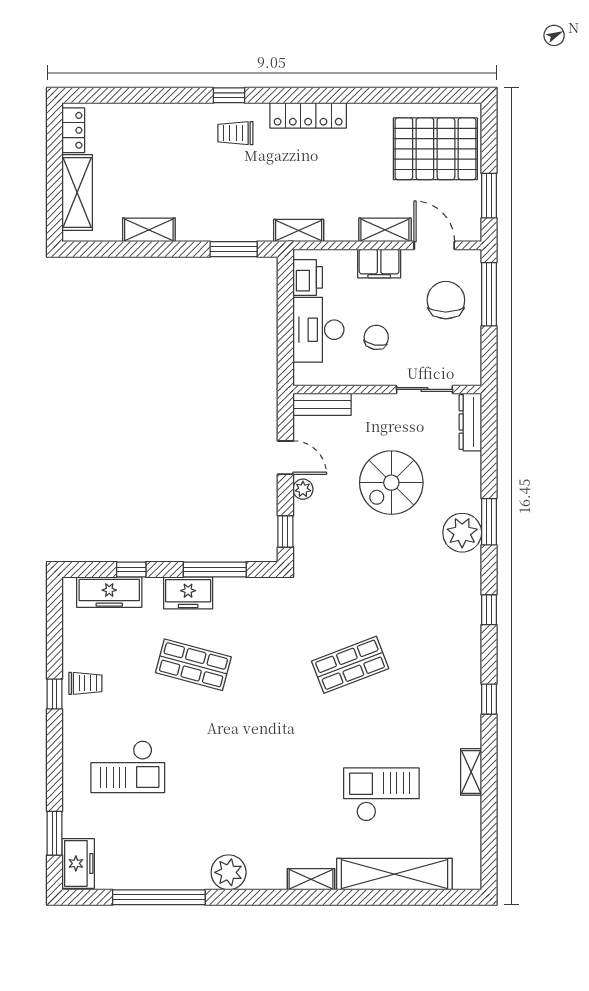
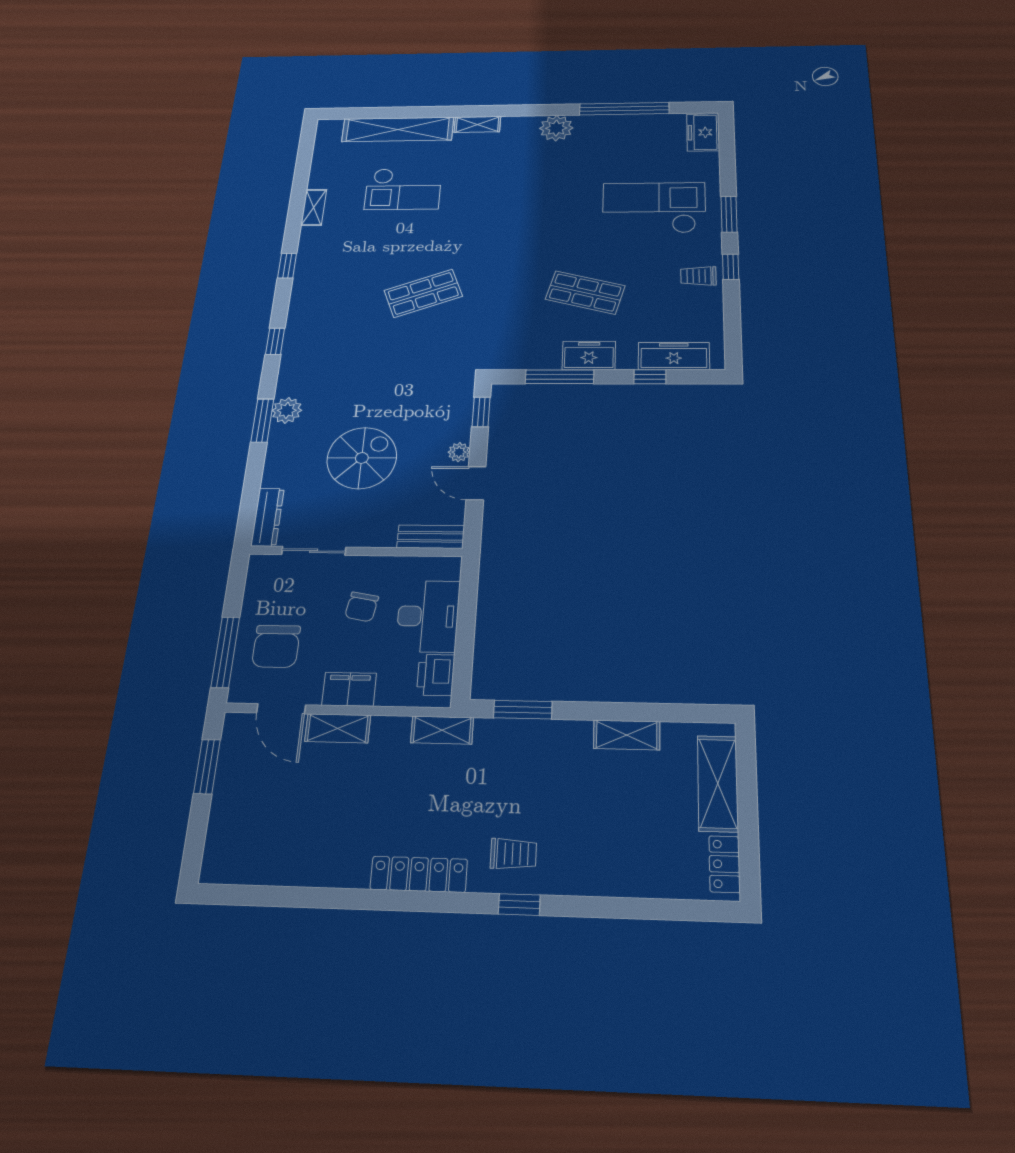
pallet: (435, 149) -> (264, 826), removed
plant: (462, 533) -> (287, 410), width x0.73, depth x0.73
checkout: (128, 767) -> (654, 208), width x1.36, depth x1.21
window: (55, 833) -> (729, 214), moved

